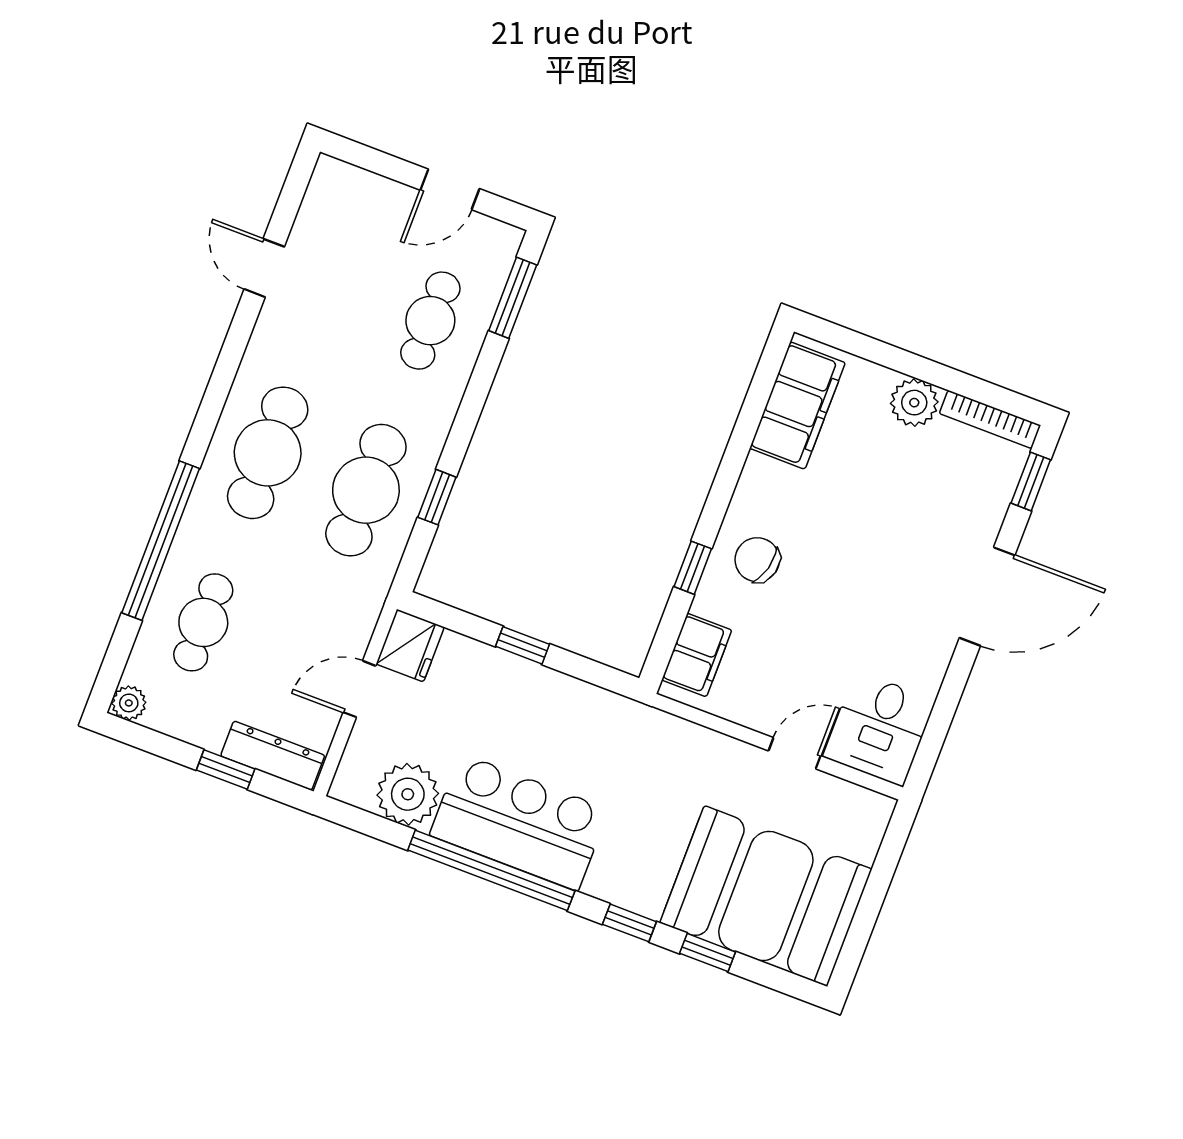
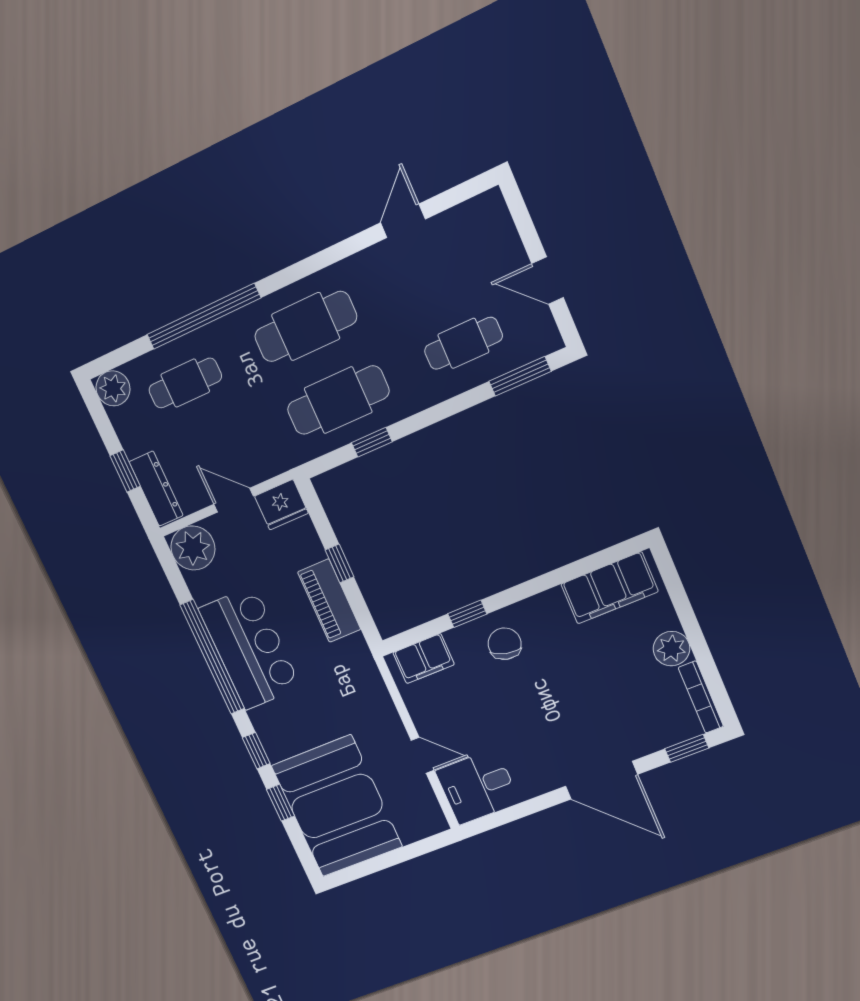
piano: (549, 693) -> (329, 601), added
plant: (129, 703) -> (113, 388), width x1.38, depth x1.38
plant: (408, 794) -> (193, 548), moved

